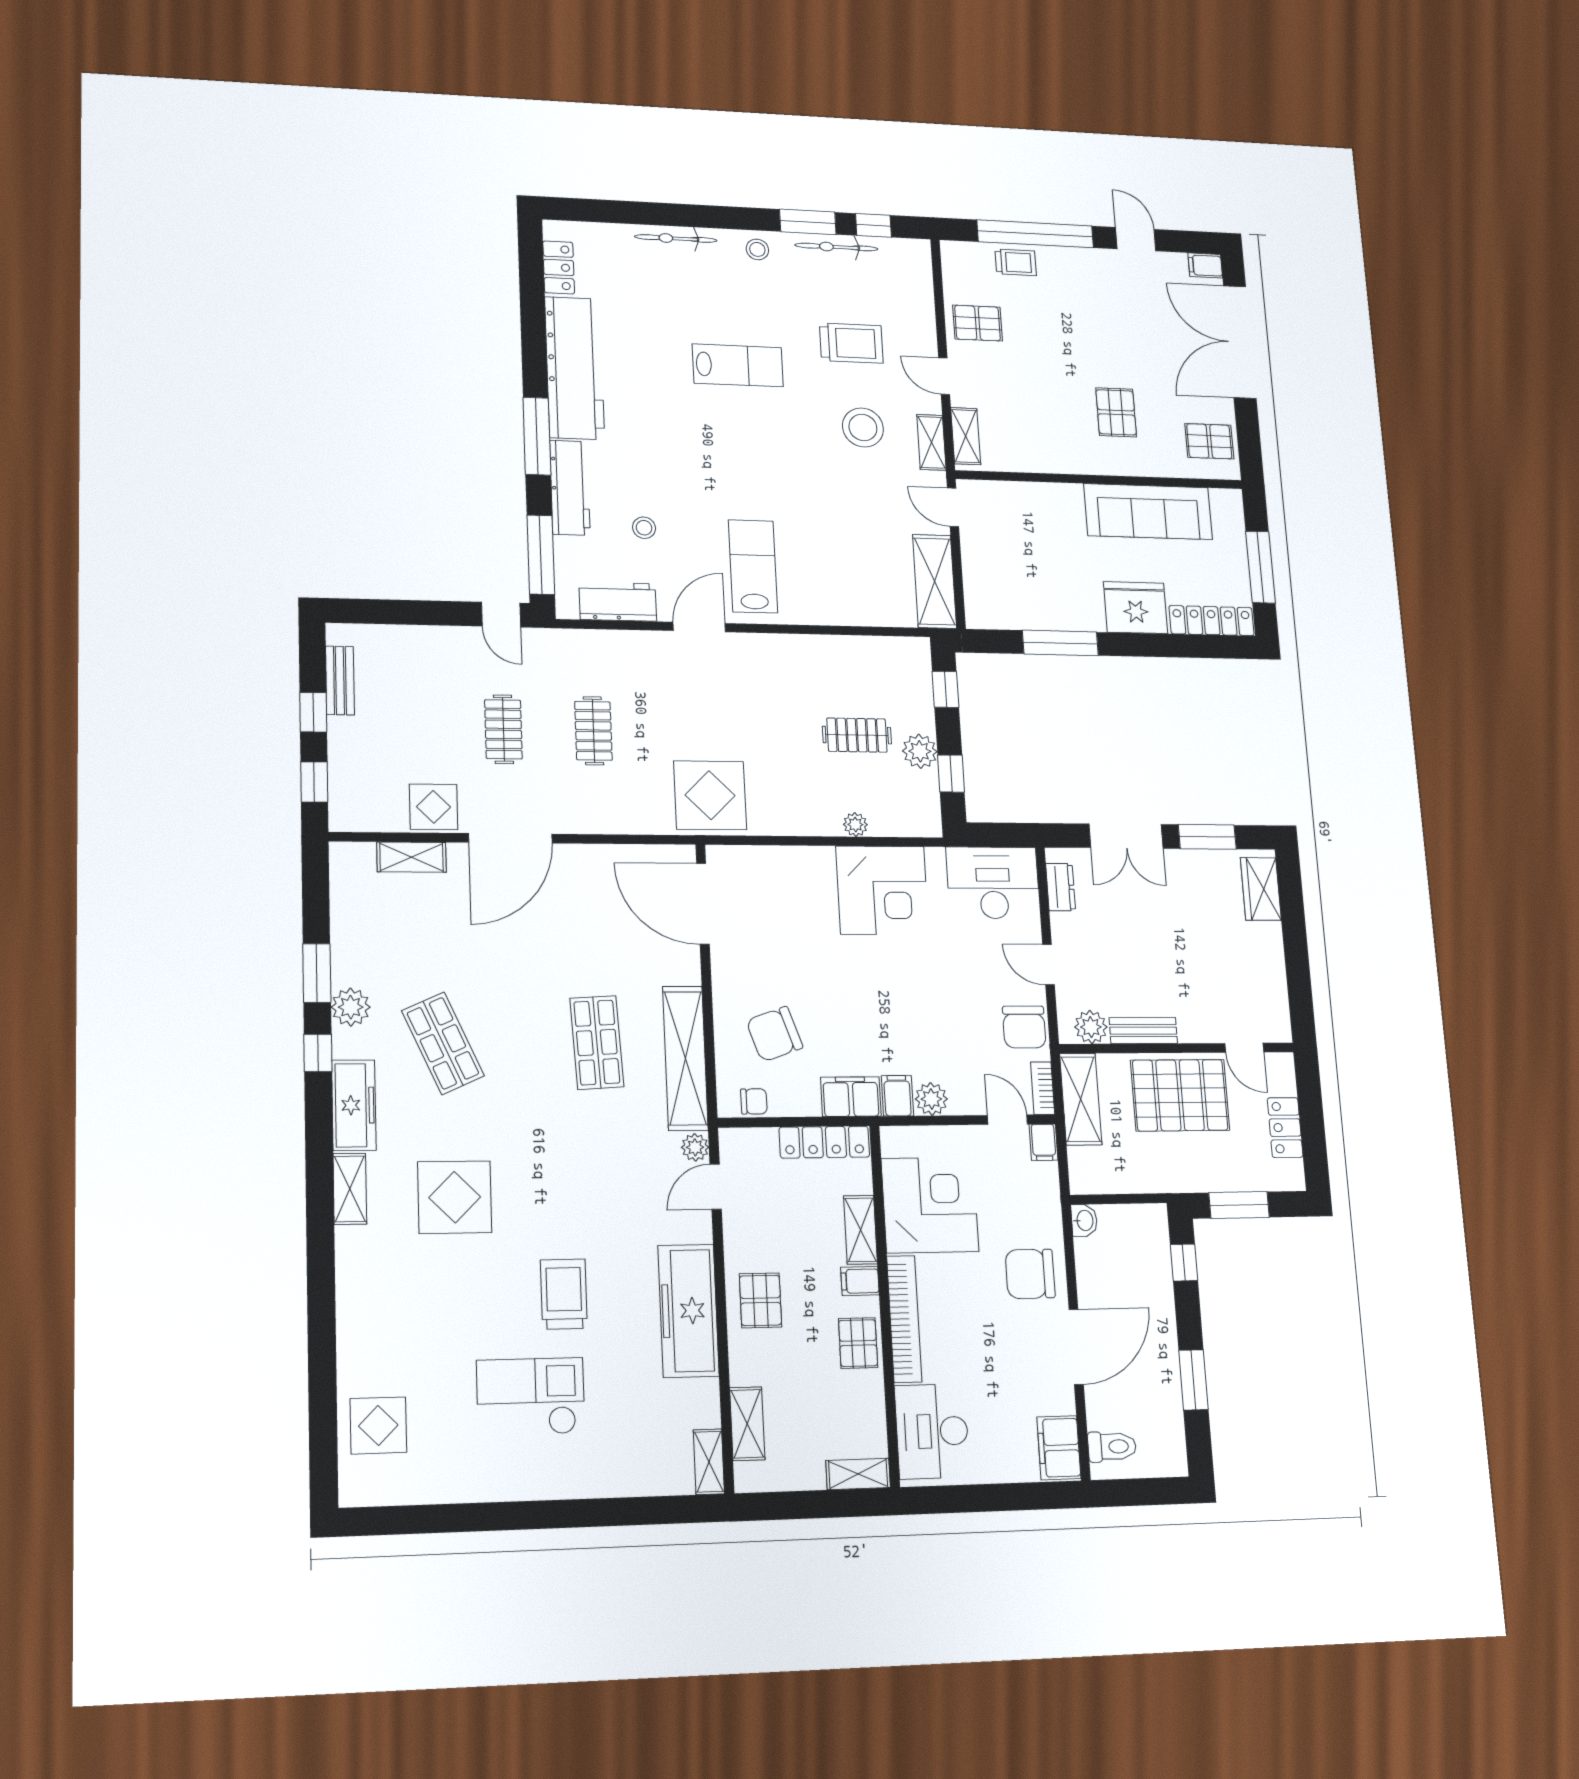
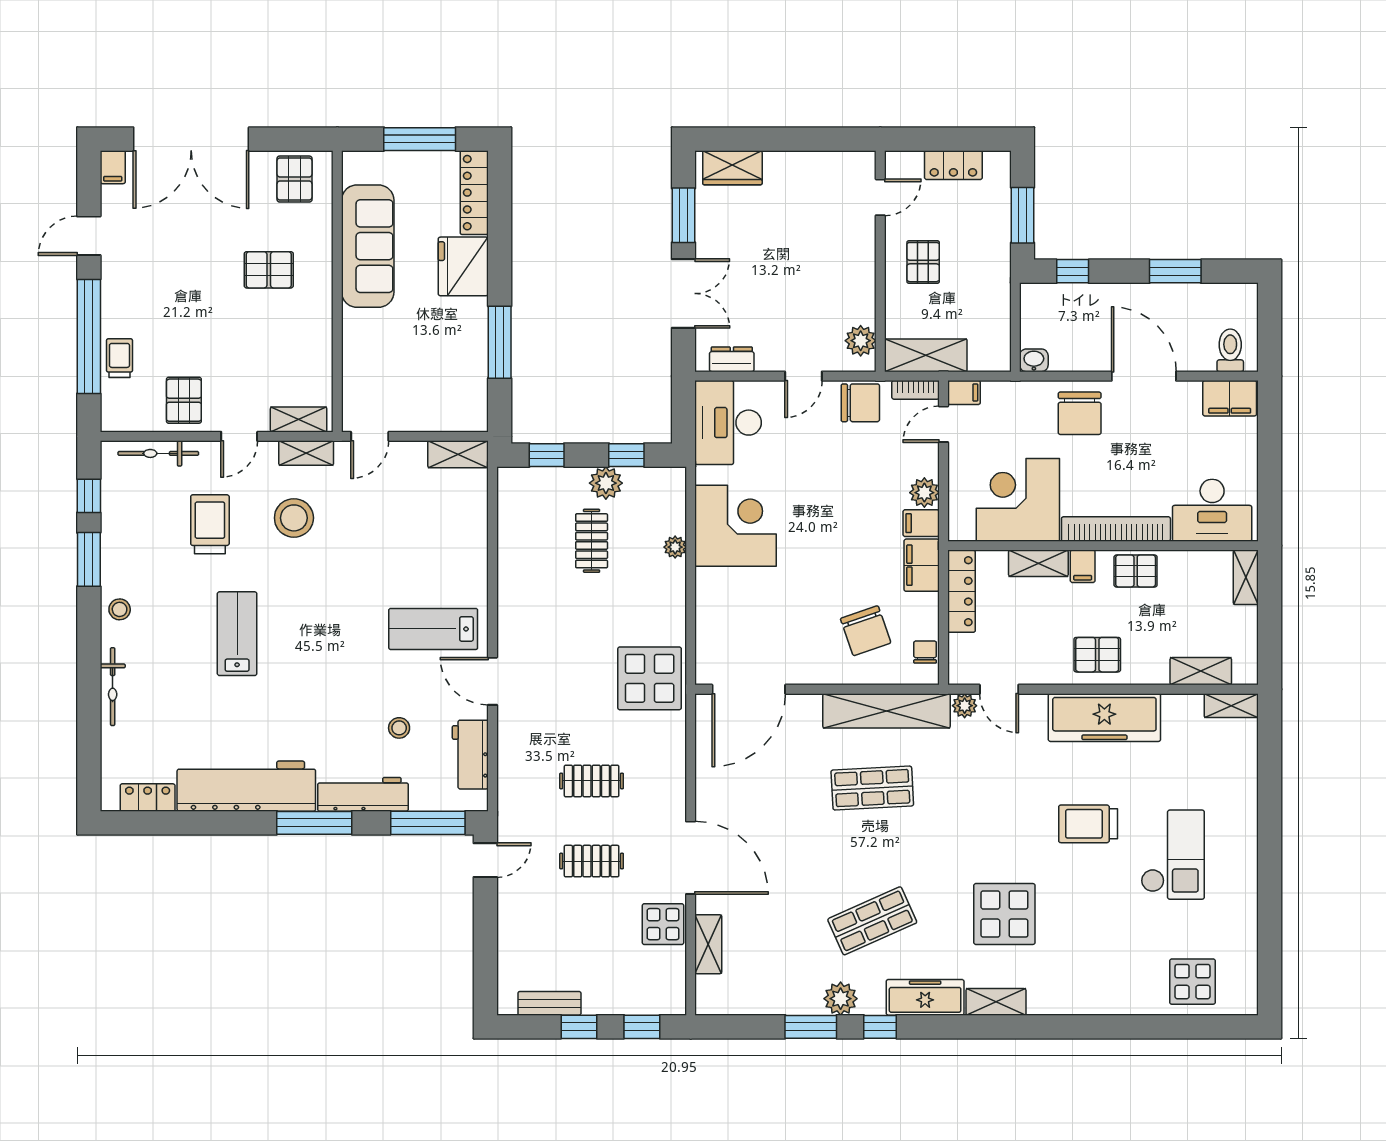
bicycle: (836, 247) -> (158, 453), moved, turned 90
shelving: (935, 581) -> (458, 454), width x0.67, depth x0.75
bench: (1143, 1031) -> (864, 292), removed
pallet: (1180, 1095) -> (923, 262), width x0.49, depth x0.50
checkout: (531, 1397) -> (1173, 855), turned 180

